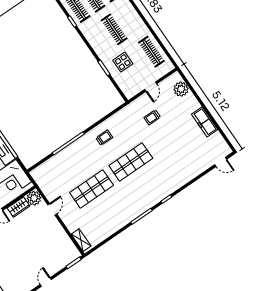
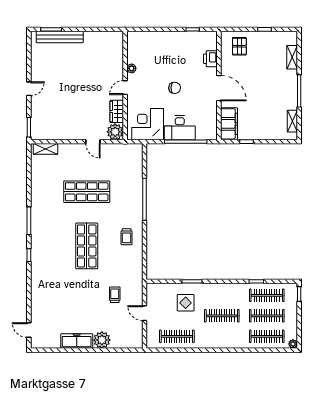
plant: (181, 89) -> (102, 340), moved
door: (221, 162) -> (29, 330), hinge flipped
shop shelf: (92, 189) -> (87, 192), turned 90
door: (46, 282) -> (29, 89), hinge flipped

